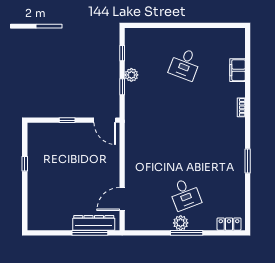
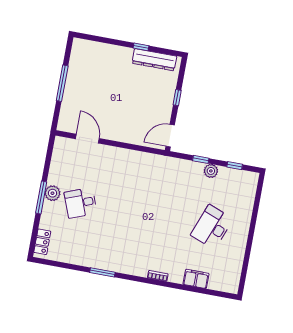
desk: (185, 64) -> (212, 227), width x1.37
dresser: (94, 223) -> (154, 60), moved, turned 90
window: (90, 233) -> (62, 83), moved

